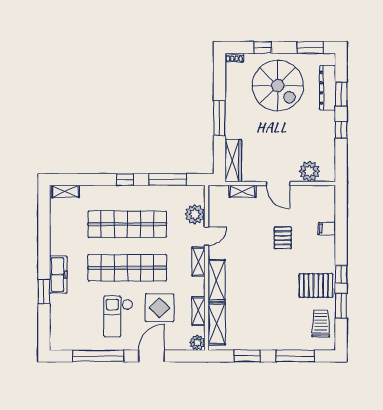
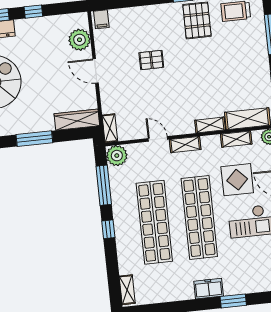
door: (278, 183) -> (96, 71), swing flipped
shelving: (243, 191) -> (110, 128), moved
plant: (195, 214) -> (117, 156), moved
filing cabinet: (327, 228) -> (101, 19), moved
freezer: (58, 275) -> (209, 289), width x0.71
shelving: (217, 280) -> (210, 125), width x0.67, depth x0.75

